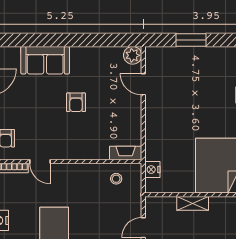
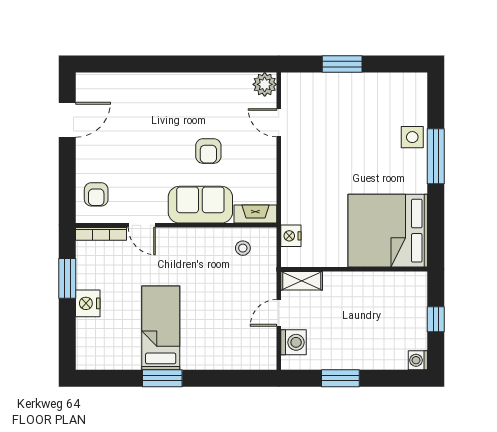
sofa: (45, 60) -> (200, 205), moved, turned 180
armchair: (76, 102) -> (208, 151), moved
shelving: (193, 203) -> (302, 281), moved

